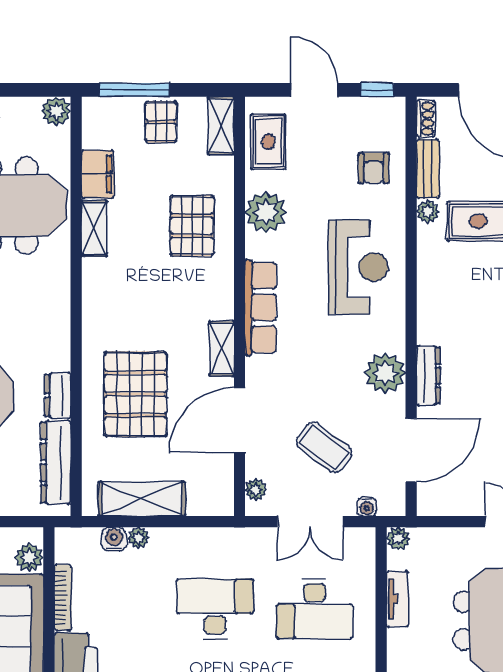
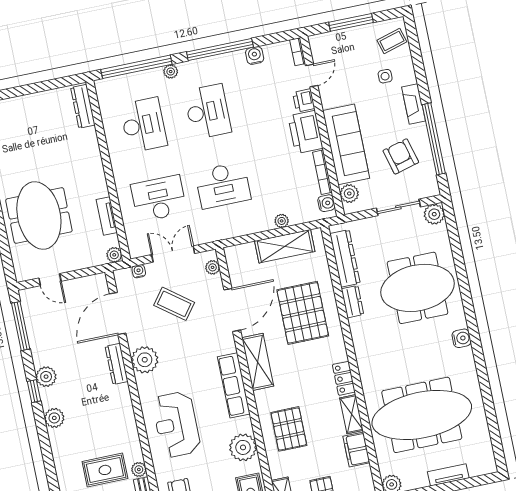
locker: (94, 284) -> (344, 378), added
shelving: (222, 349) -> (258, 362), width x1.50, depth x1.33
water cooler: (114, 539) -> (326, 203), moved, turned -90

